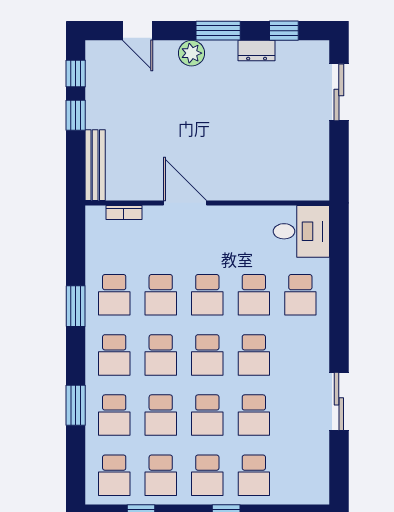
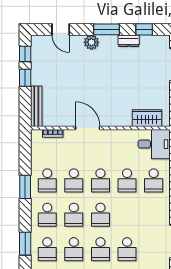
wardrobe: (289, 186) -> (147, 118), added
school desk: (254, 355) -> (127, 215), removed

